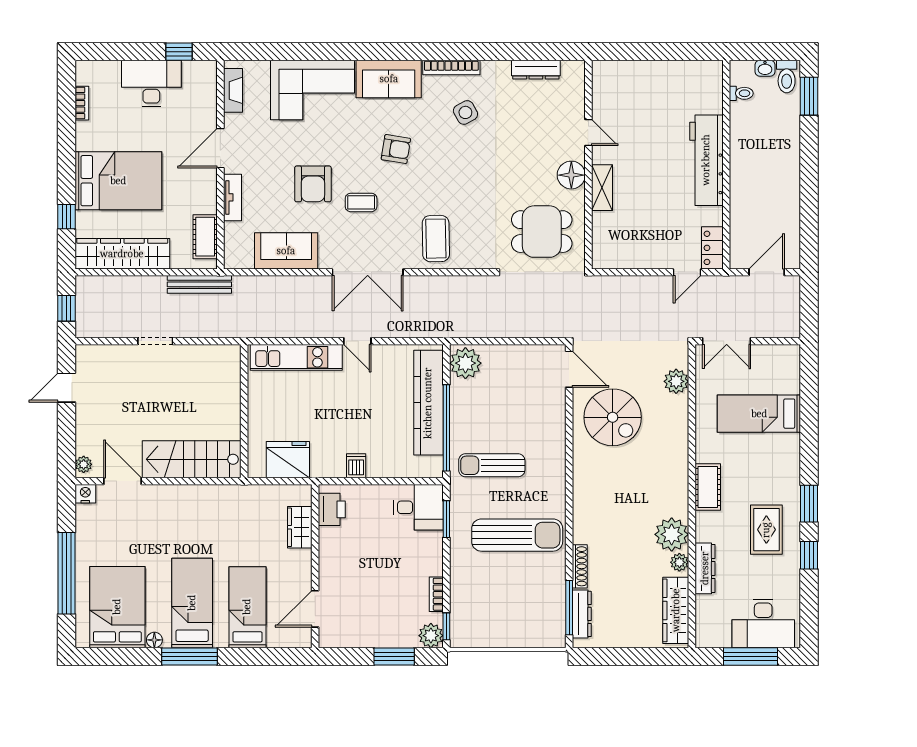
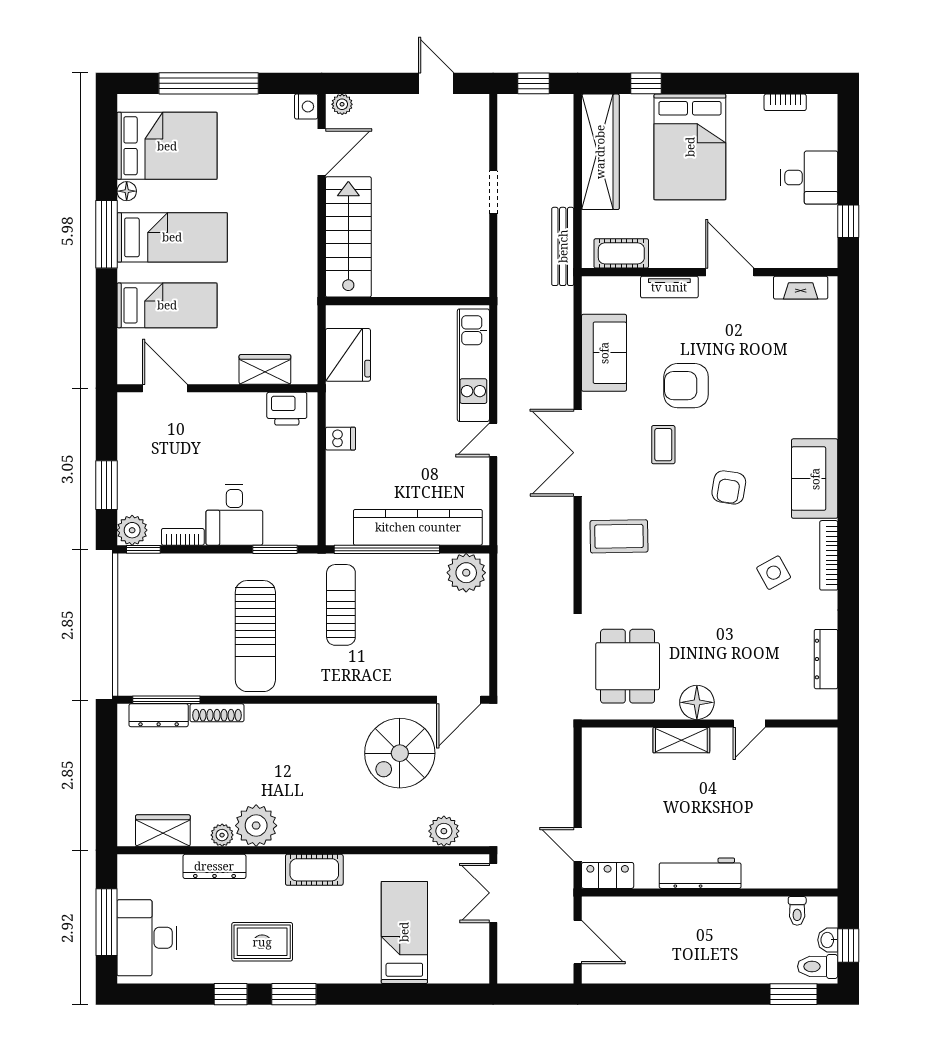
window: (770, 52) -> (848, 946), added
desk: (151, 84) -> (809, 178), width x0.73
corner sofa: (313, 90) -> (801, 385), removed
workbench: (706, 160) -> (700, 873), width x0.73, depth x0.76
desk: (418, 507) -> (234, 515), moved
wardrobe: (676, 610) -> (163, 830), width x0.67

